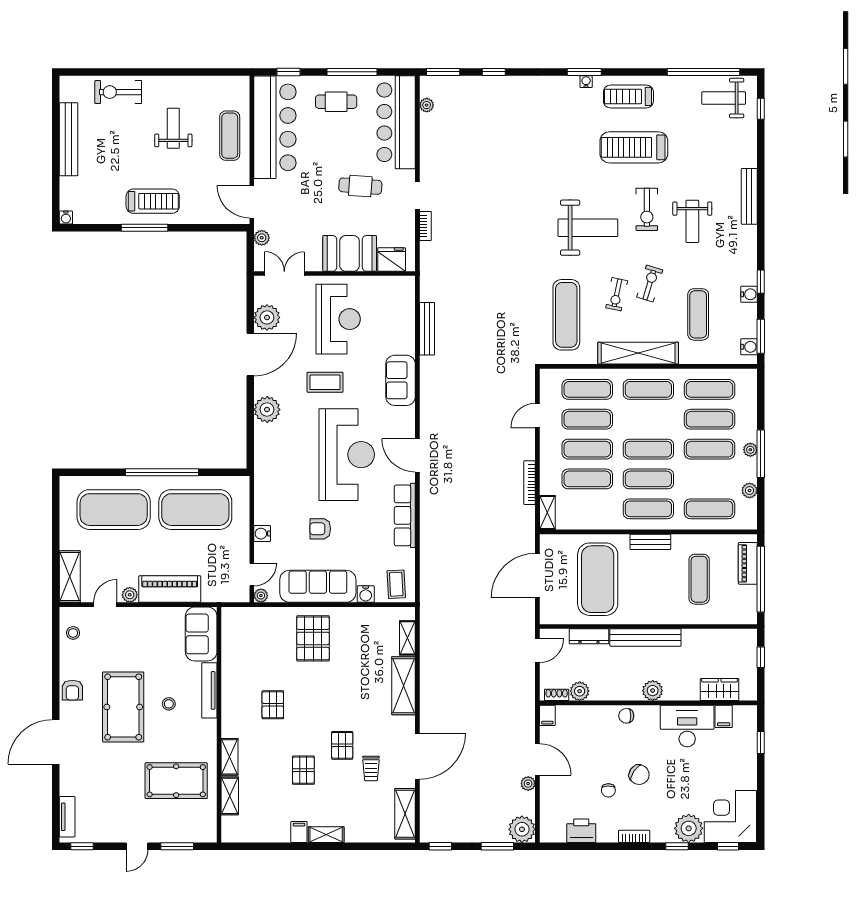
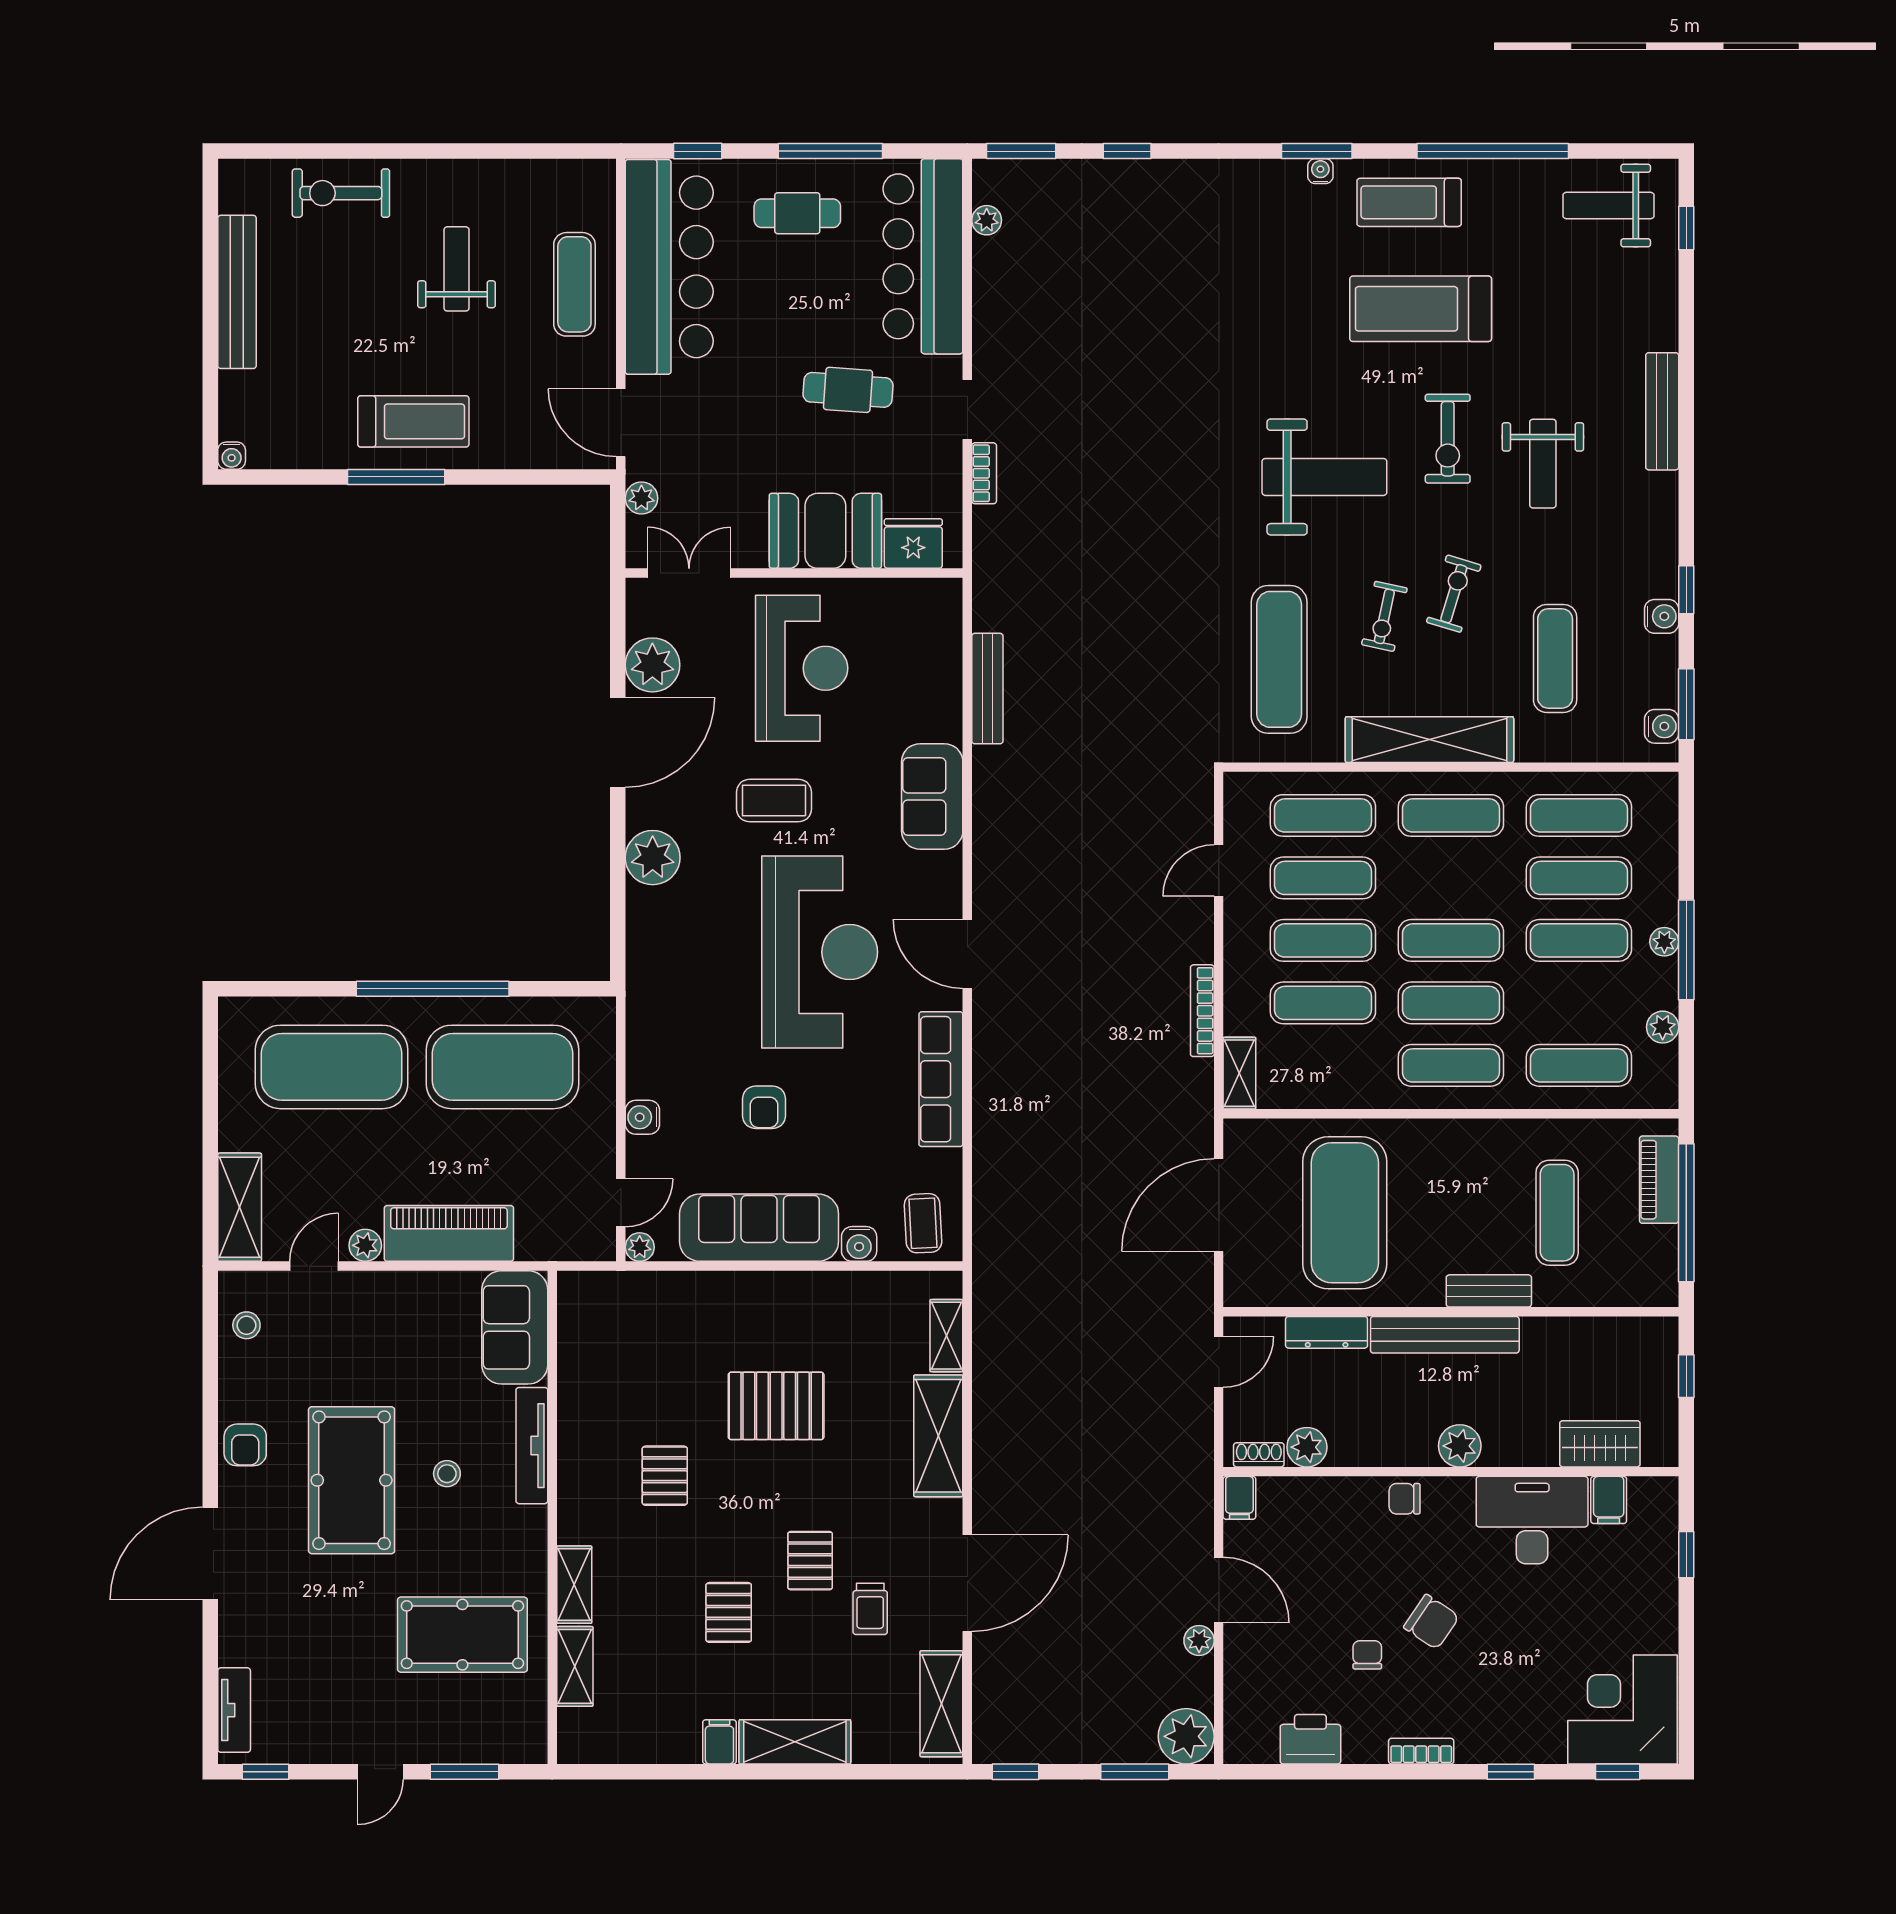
window: (703, 72) -> (1493, 151), moved
armchair: (320, 529) -> (764, 1107), turned -90
bench: (650, 542) -> (1489, 1291), moved
pallet: (313, 638) -> (776, 1406), moved, turned 90
chair: (608, 790) -> (1367, 1655), turned 180
plant: (689, 828) -> (1535, 1734), removed
shelving: (326, 835) -> (795, 1742), width x1.50, depth x1.33

